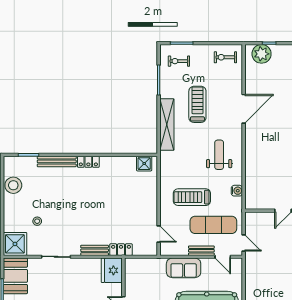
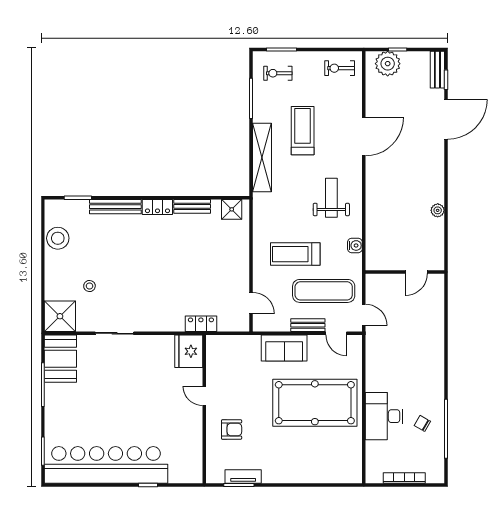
bench: (95, 250) -> (192, 206), moved

